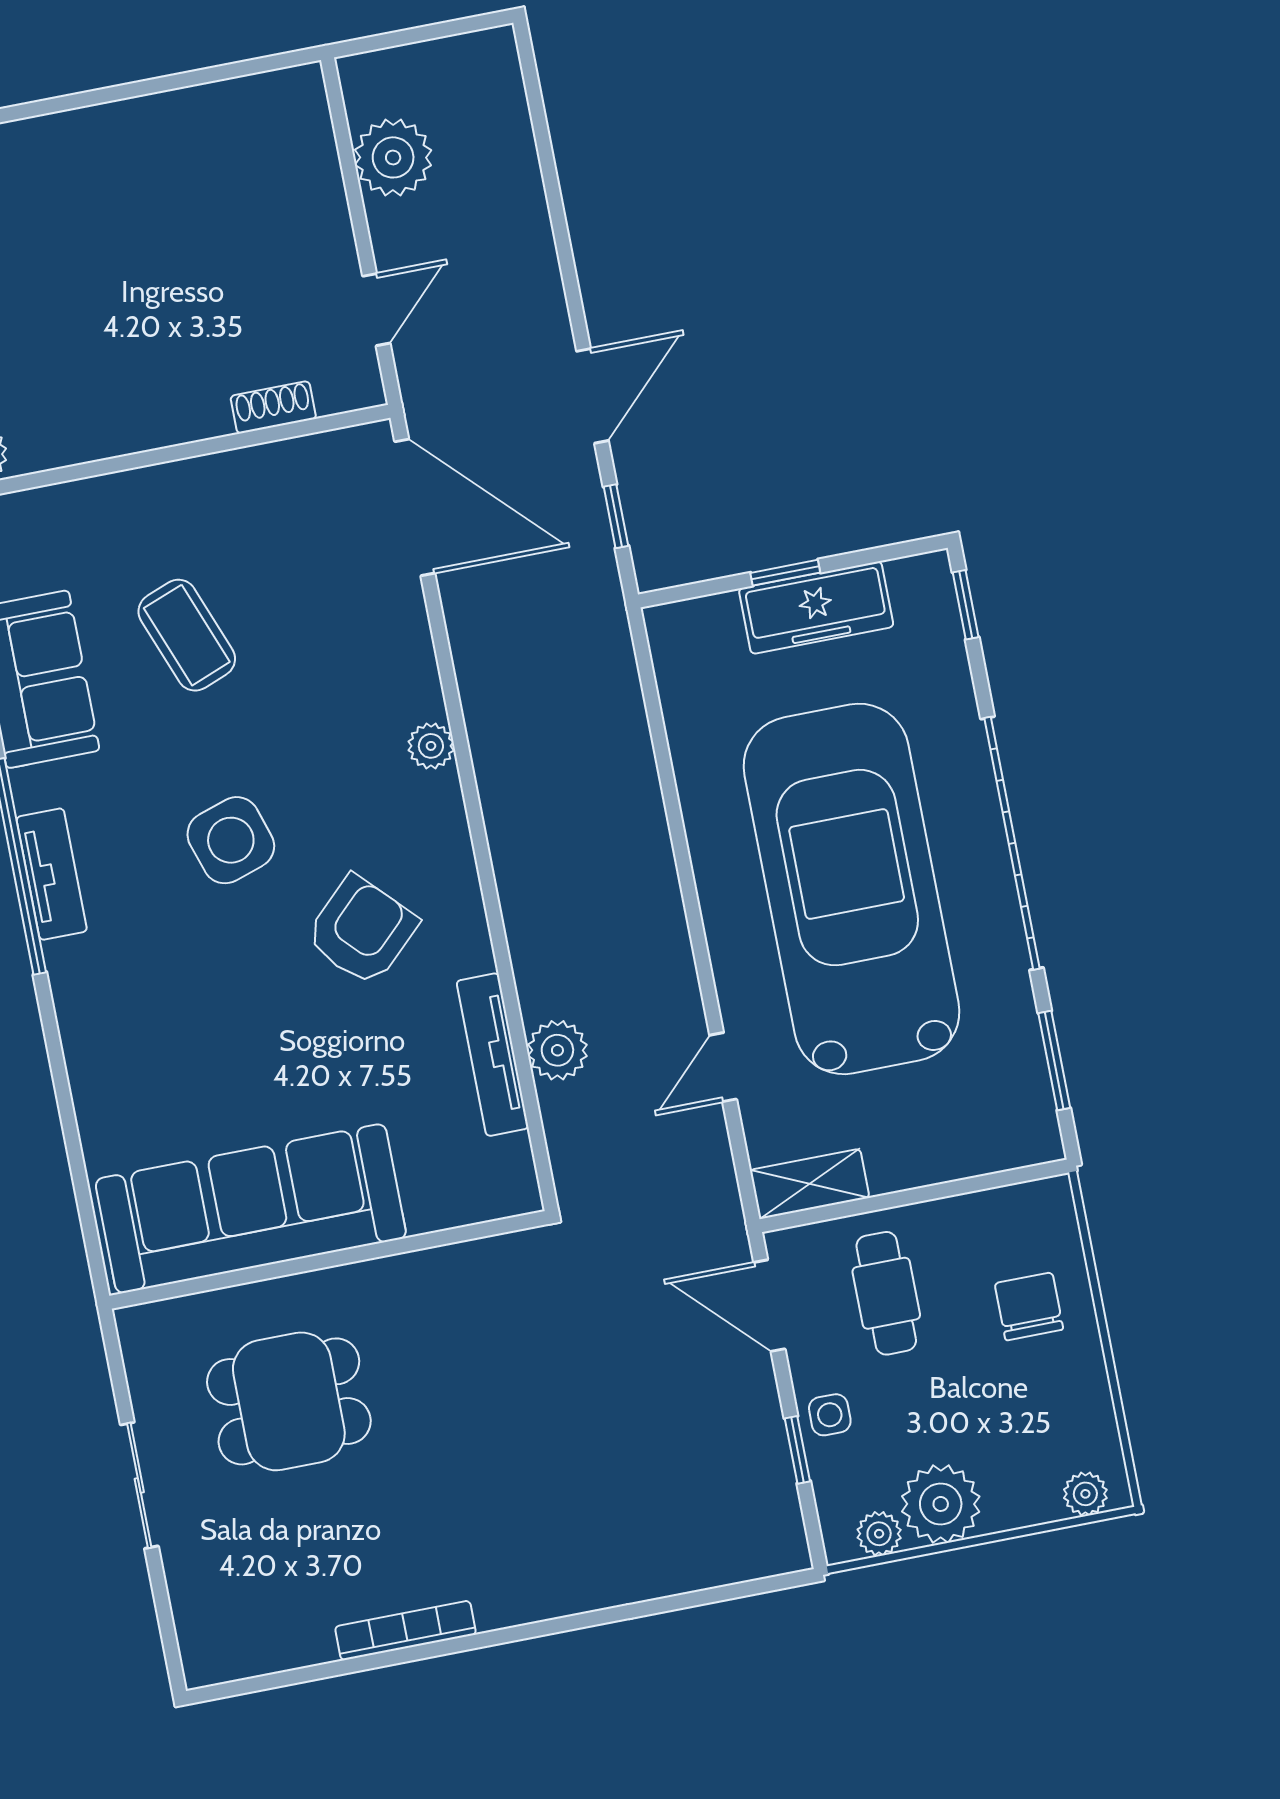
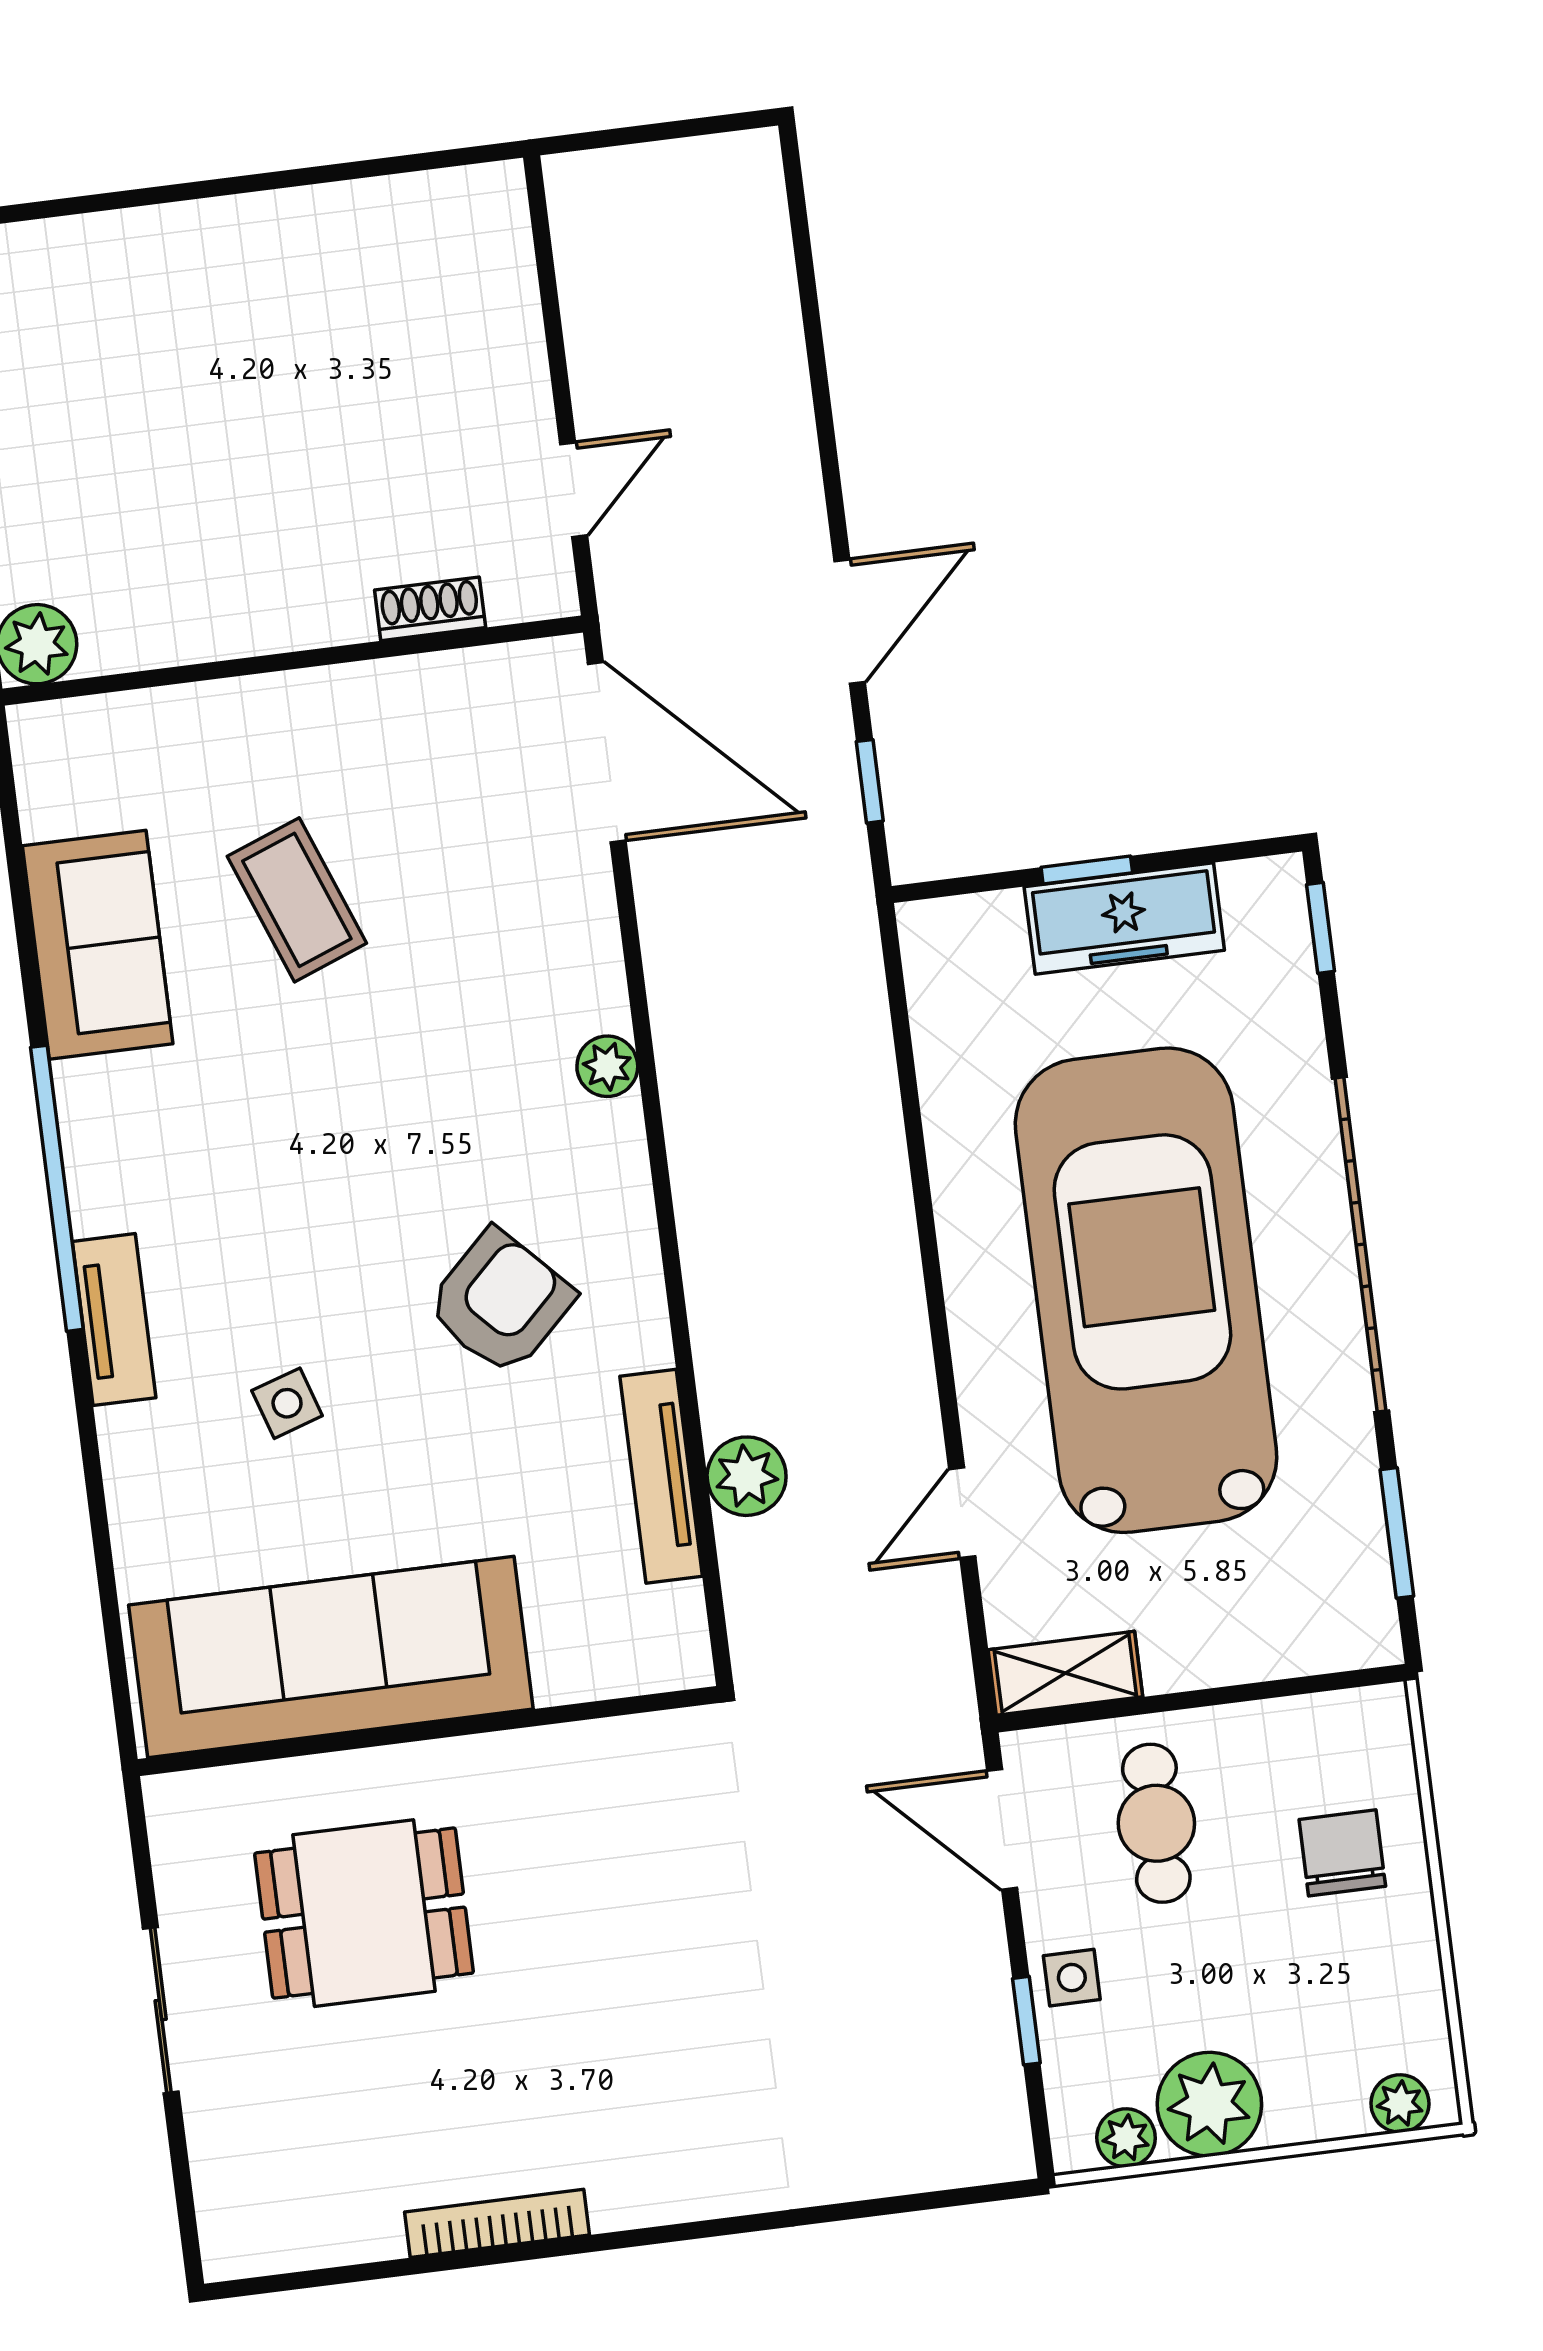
plant: (393, 157) -> (609, 292), removed
side table: (231, 840) -> (287, 1403), moved, width x0.54, depth x0.54
tv unit: (52, 874) -> (114, 1320), moved

